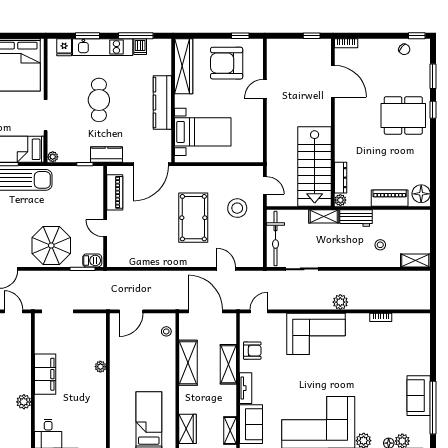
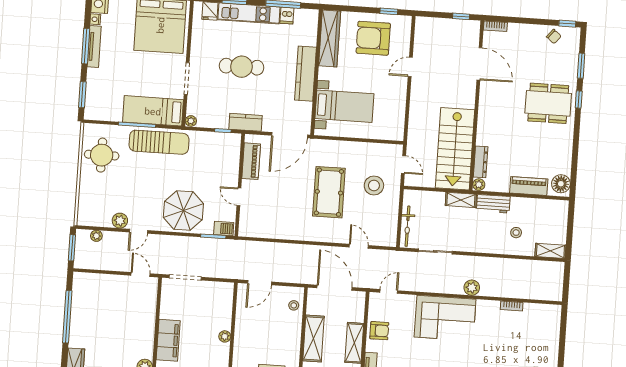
cafe table: (99, 100) -> (242, 67), turned 90
bicycle: (276, 239) -> (408, 226), width x0.73, depth x0.71

